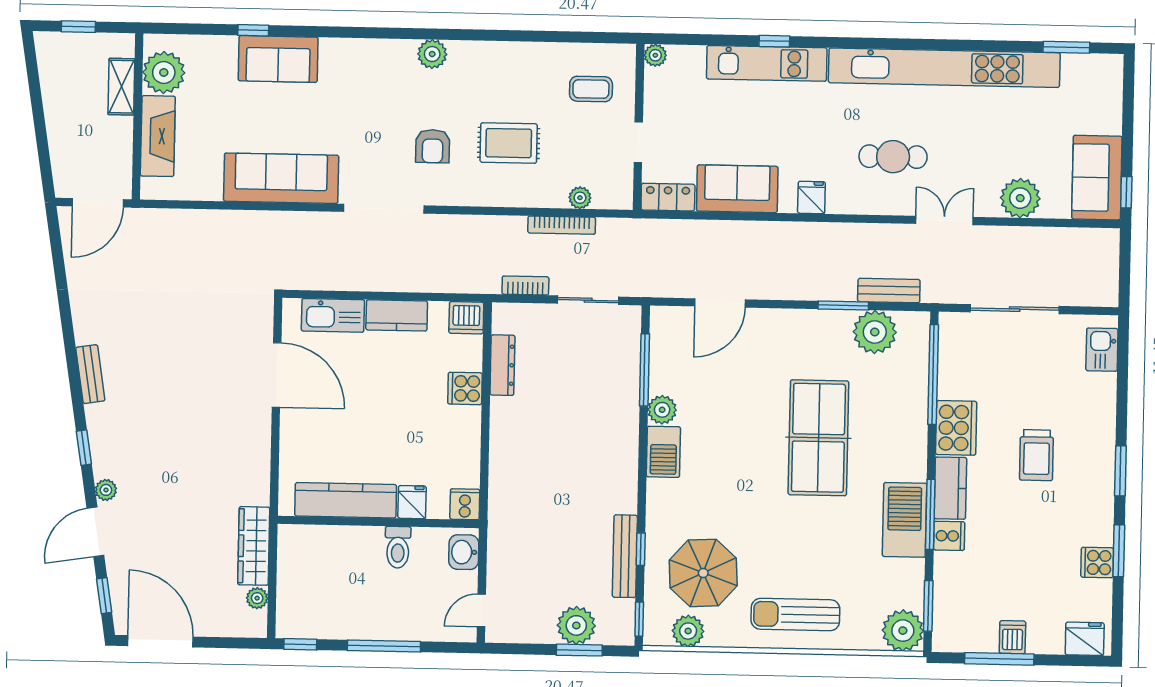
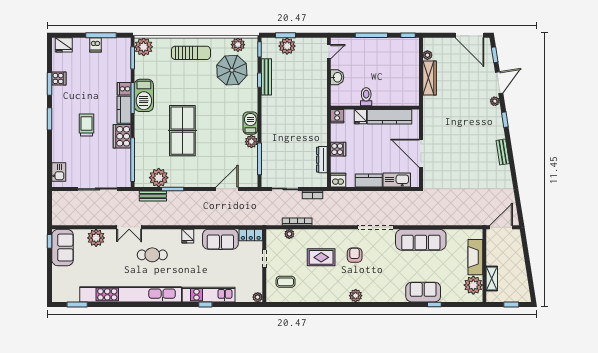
kitchen counter: (346, 500) -> (390, 117), moved
fridge: (412, 502) -> (360, 117), moved
cooker: (465, 504) -> (337, 116), moved
wall: (378, 522) -> (375, 108), moved
toilet: (398, 547) -> (366, 97), moved

